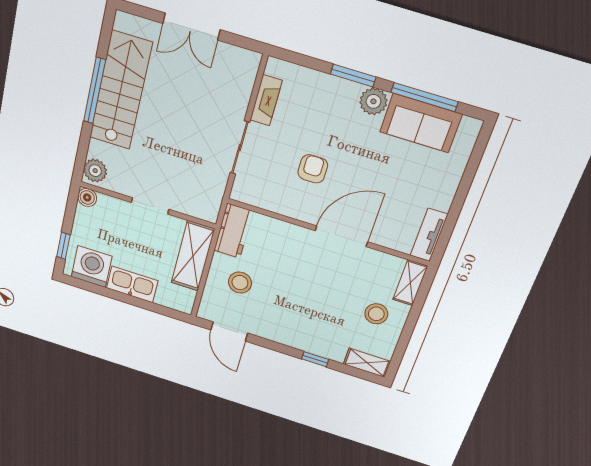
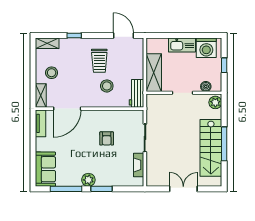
sofa: (421, 123) -> (45, 169), moved, turned 90
boiler: (87, 197) -> (206, 86), moved
door: (341, 236) -> (67, 109), moved
window: (63, 246) -> (224, 65), moved
stool: (240, 283) -> (107, 86), moved
trolley: (284, 306) -> (99, 61), added

